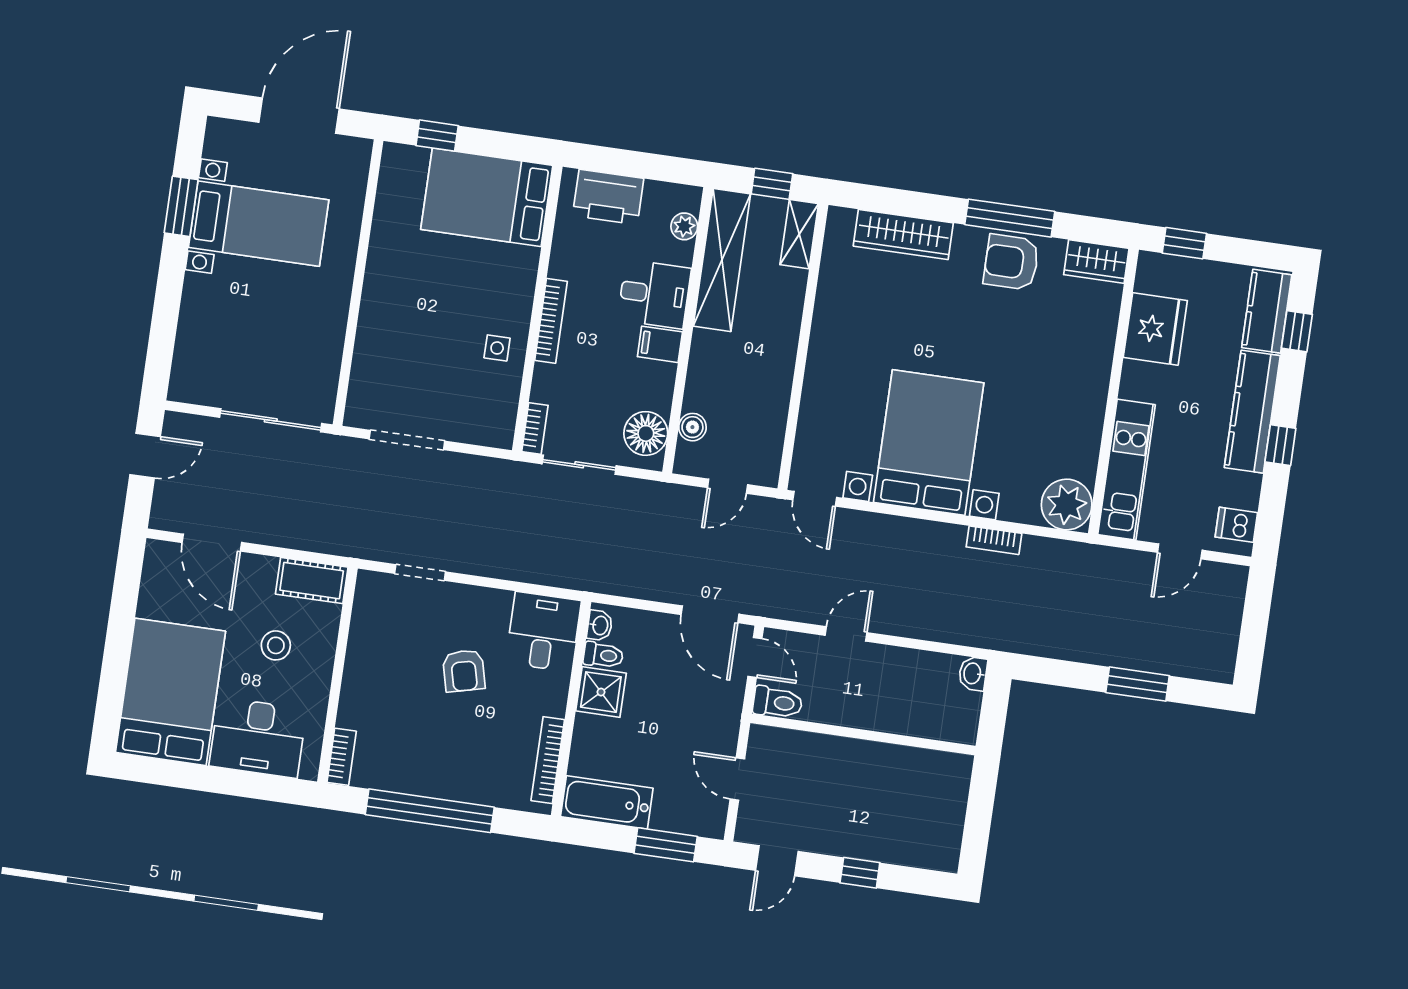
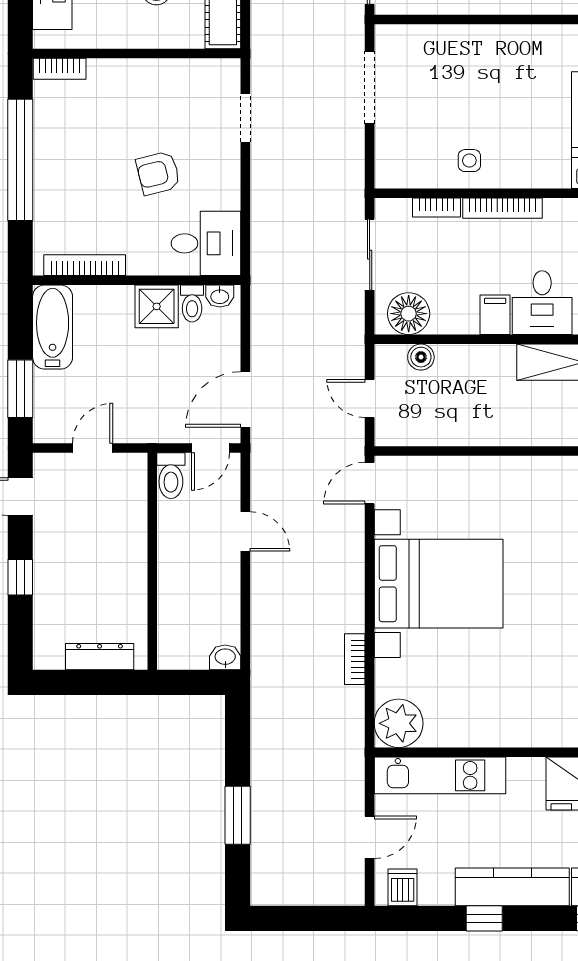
bookcase: (535, 428) -> (436, 207), moved
door: (1180, 551) -> (370, 837), swing flipped
dresser: (954, 803) -> (100, 657), added

